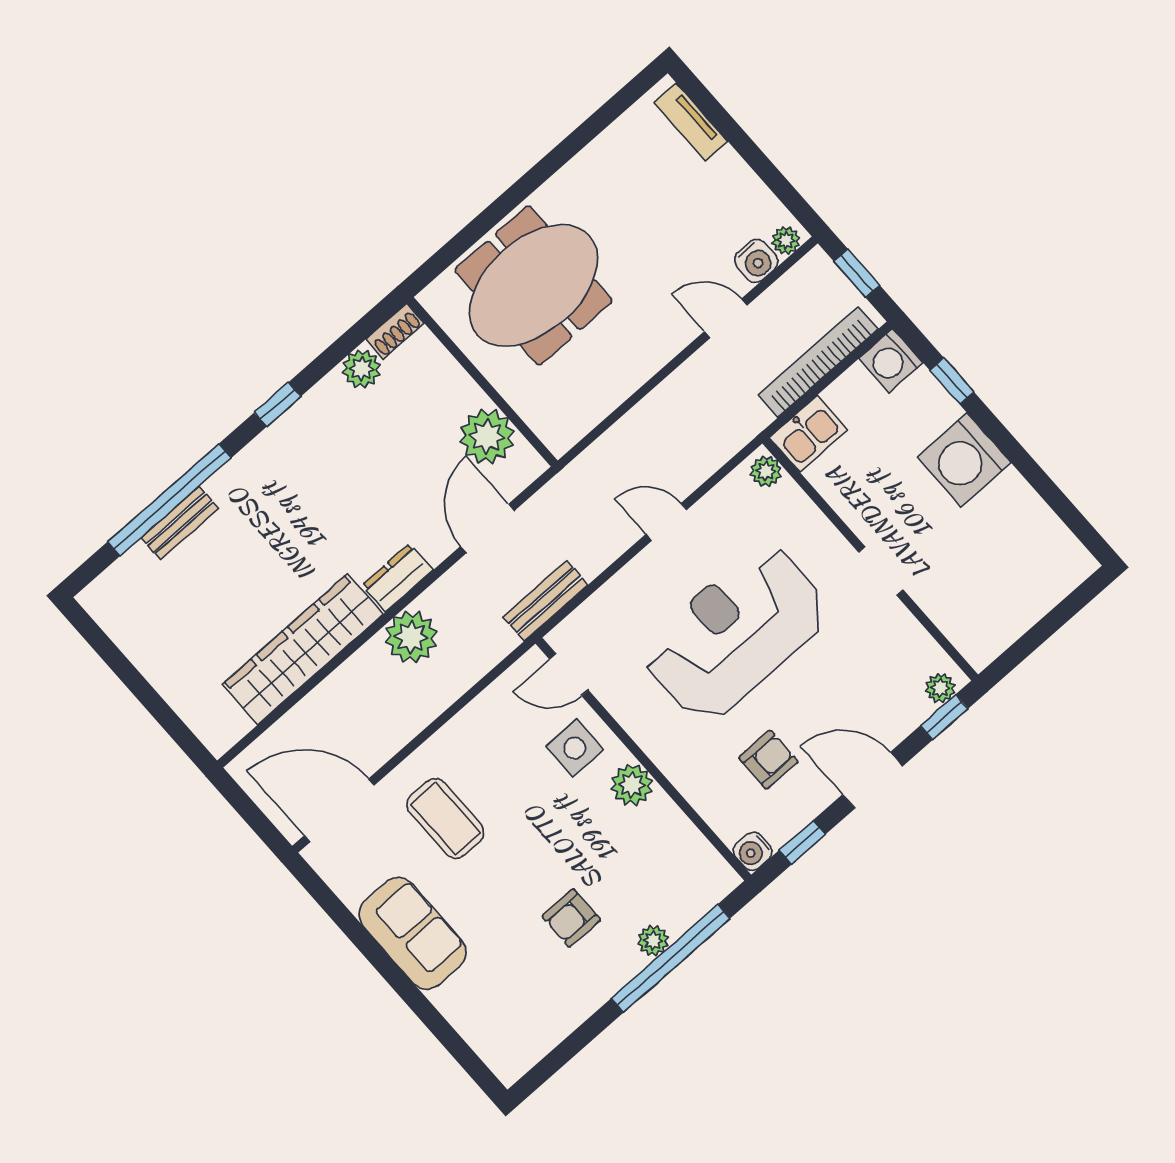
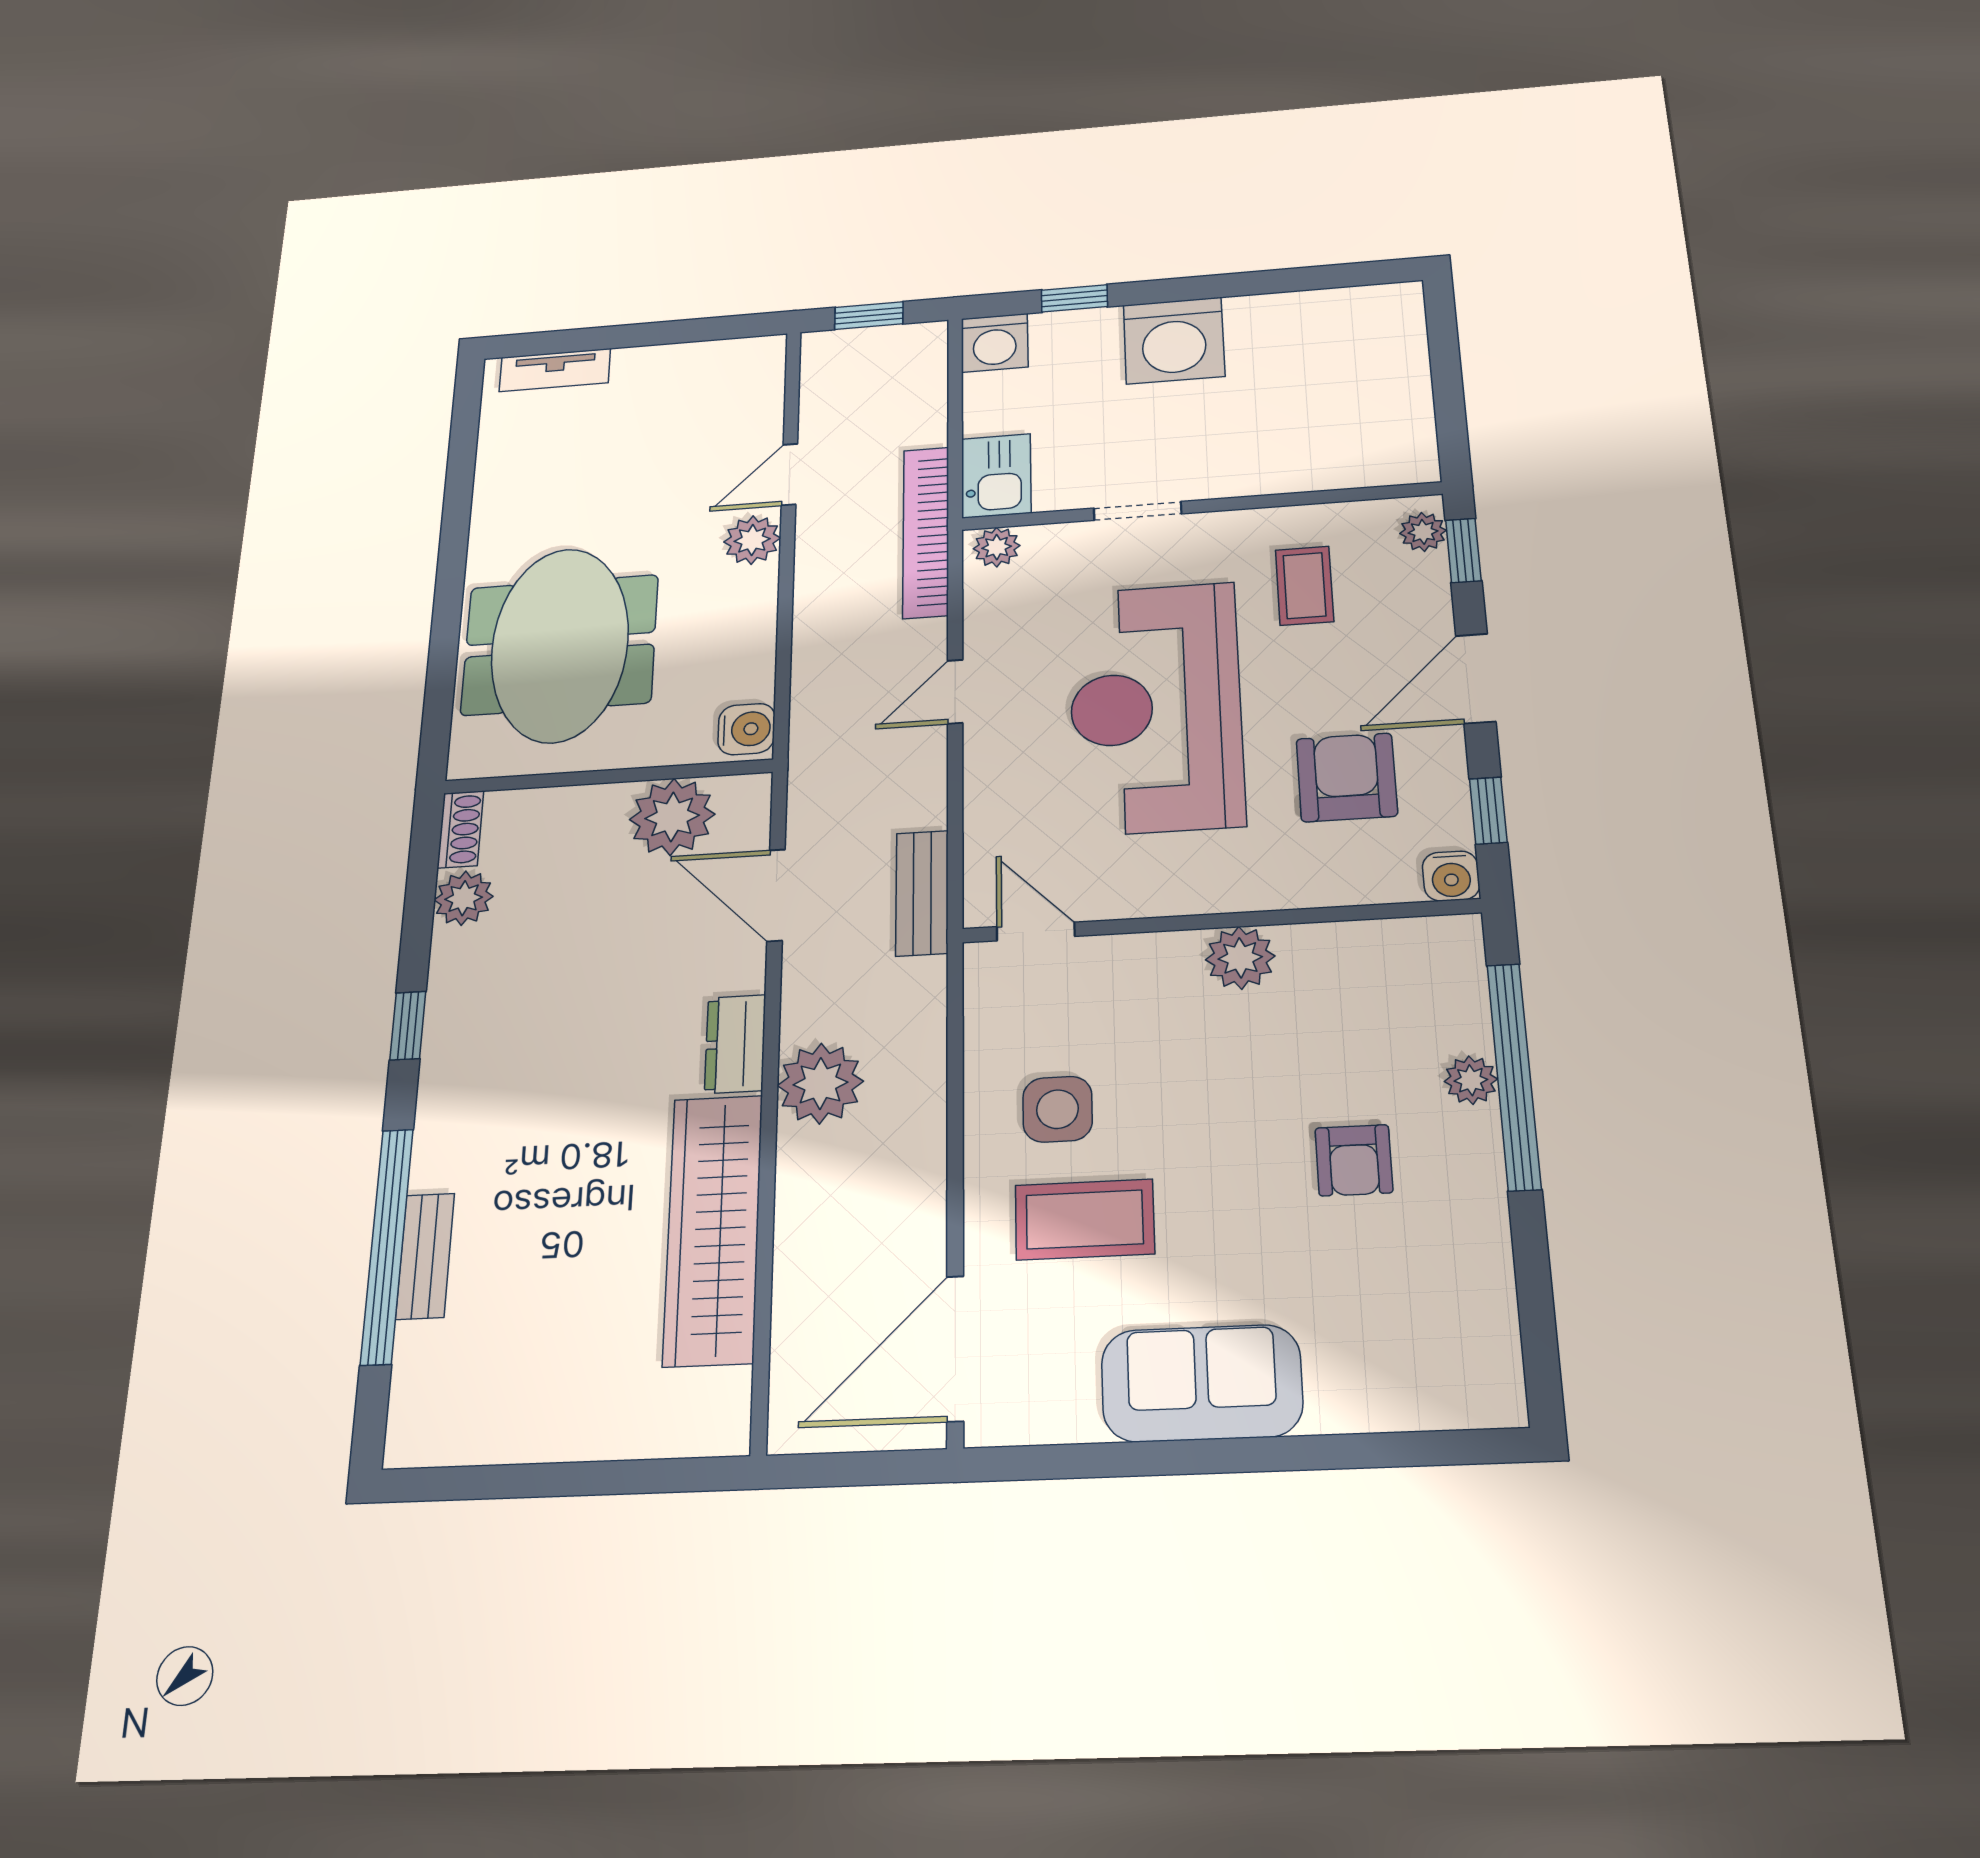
plant: (786, 241) -> (752, 540), moved, width x1.38, depth x1.38
water cooler: (756, 261) -> (746, 729), moved
bookcase: (818, 362) -> (926, 532), moved
doorway: (881, 571) -> (1138, 511), moved
coffee table: (863, 652) -> (1305, 586), added
door: (569, 675) -> (1036, 931), swing flipped
side table: (575, 748) -> (1057, 1109), moved
armchair: (768, 760) -> (1347, 777), width x1.38, depth x1.38

